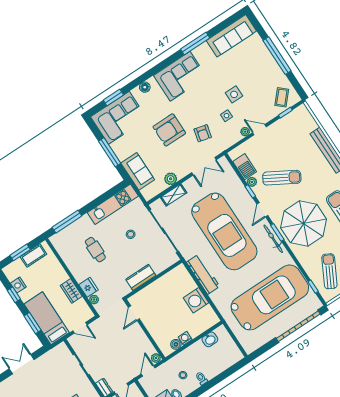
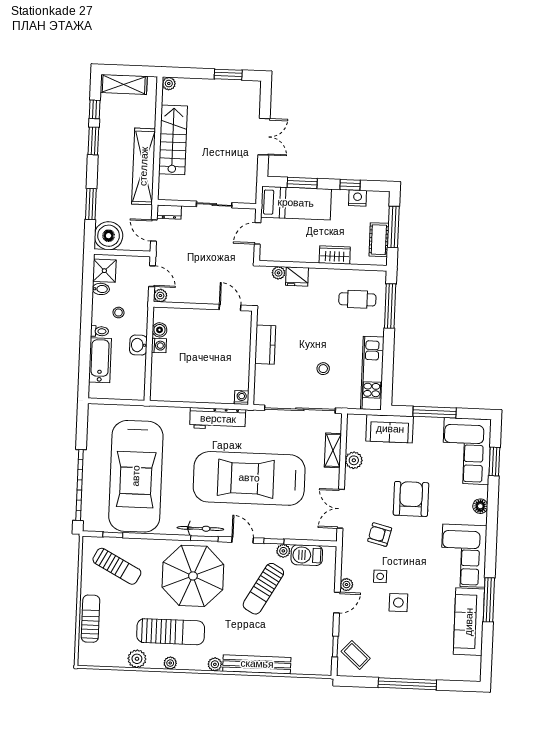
sofa: (231, 36) -> (469, 622), moved
cafe table: (95, 250) -> (357, 299), moved
window: (20, 252) -> (393, 227), width x1.44
wardrobe: (71, 291) -> (335, 255), moved
washing machine: (196, 300) -> (242, 397), moved, width x0.53, depth x0.53
washbasin: (210, 339) -> (138, 345), moved
bathtub: (218, 366) -> (100, 360), added

